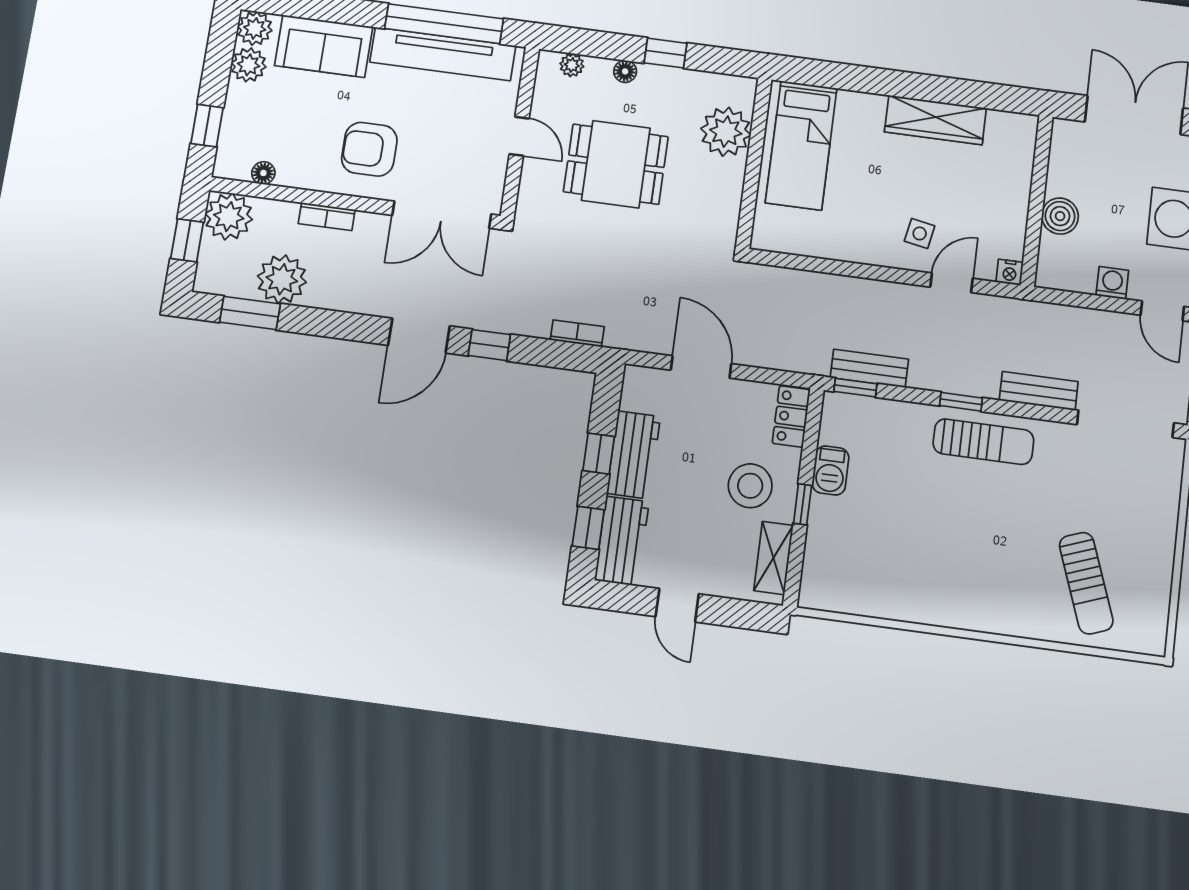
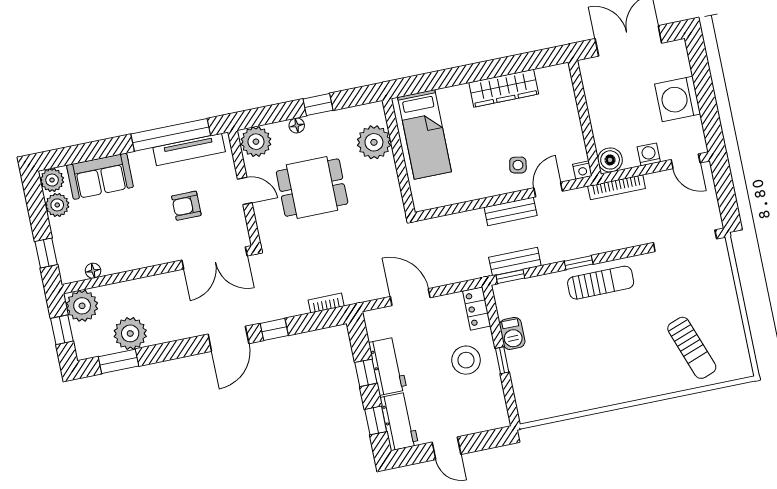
tv unit: (443, 54) -> (189, 150), width x0.73, depth x0.78
plant: (572, 65) -> (256, 142), width x1.88, depth x1.88
armchair: (369, 149) -> (186, 206), moved, width x0.72, depth x0.72
boiler: (1060, 216) -> (610, 160), moved
bookcase: (327, 217) -> (617, 187), moved, width x1.56
bench: (1039, 391) -> (511, 211), moved
shelving: (773, 558) -> (495, 399), removed

